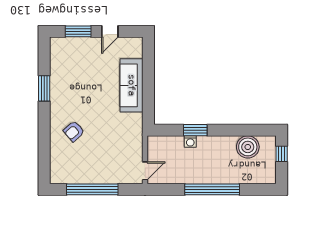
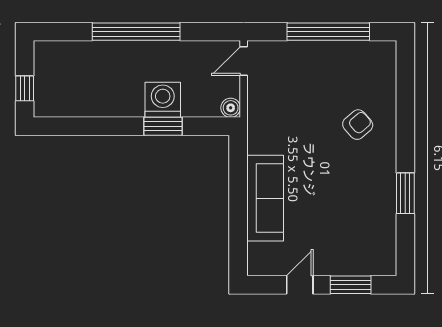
washing machine: (190, 142) -> (163, 100), width x1.89, depth x1.89
boiler: (248, 147) -> (231, 108), moved, width x0.54, depth x0.54

